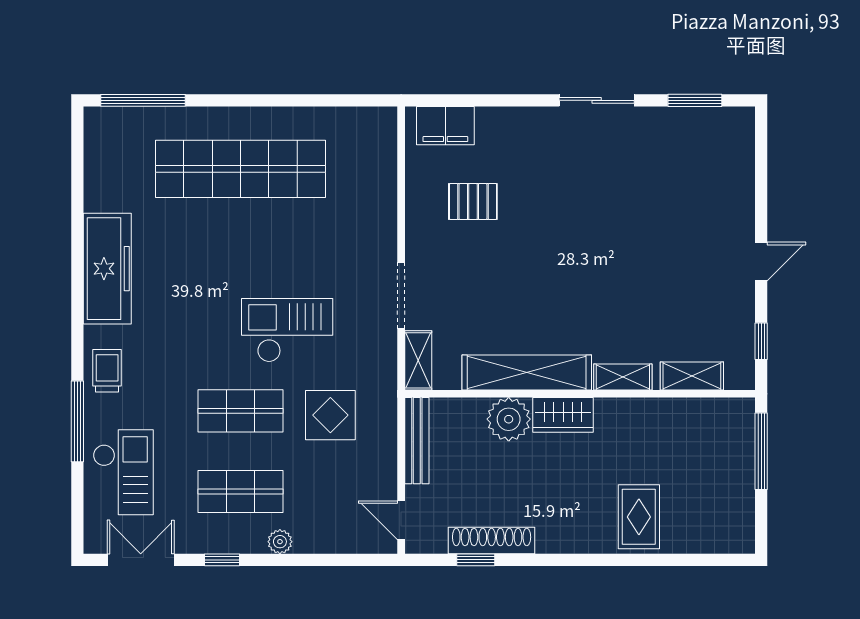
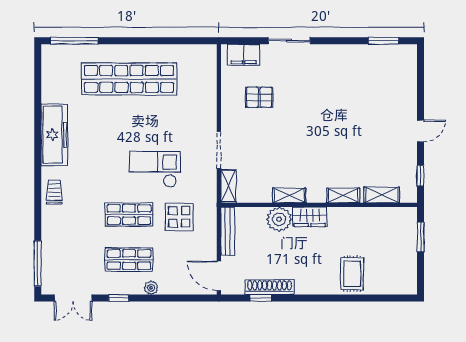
sliding door: (597, 100) -> (289, 41), moved
shelving: (527, 373) -> (289, 195), width x0.45, depth x0.75
window: (77, 421) -> (38, 263), moved
window: (761, 451) -> (421, 237), width x0.69
checkout: (123, 472) -> (63, 249), removed
door: (401, 520) -> (219, 276), width x1.38
double door: (141, 560) -> (73, 298), swing flipped

